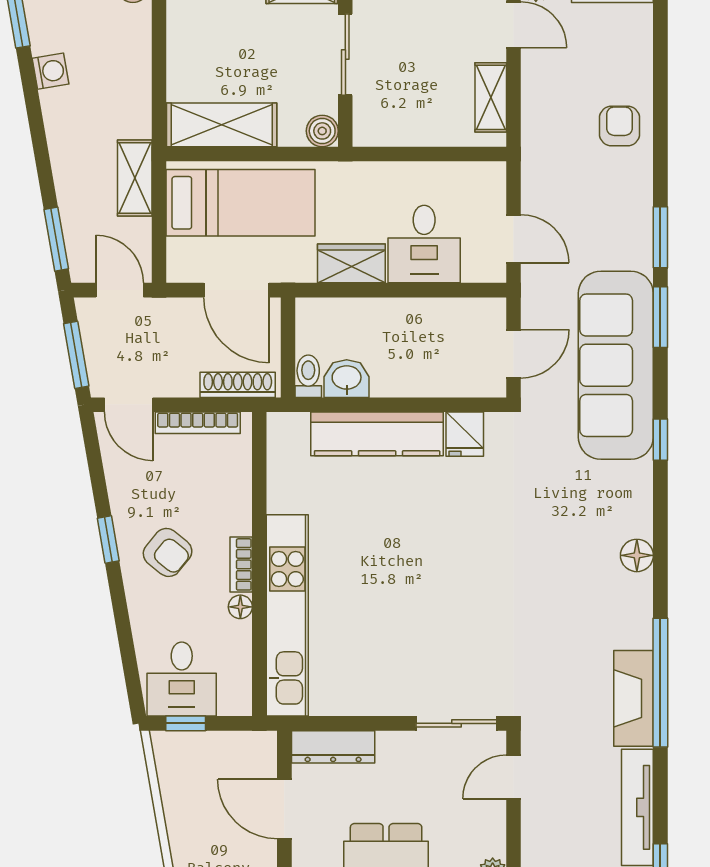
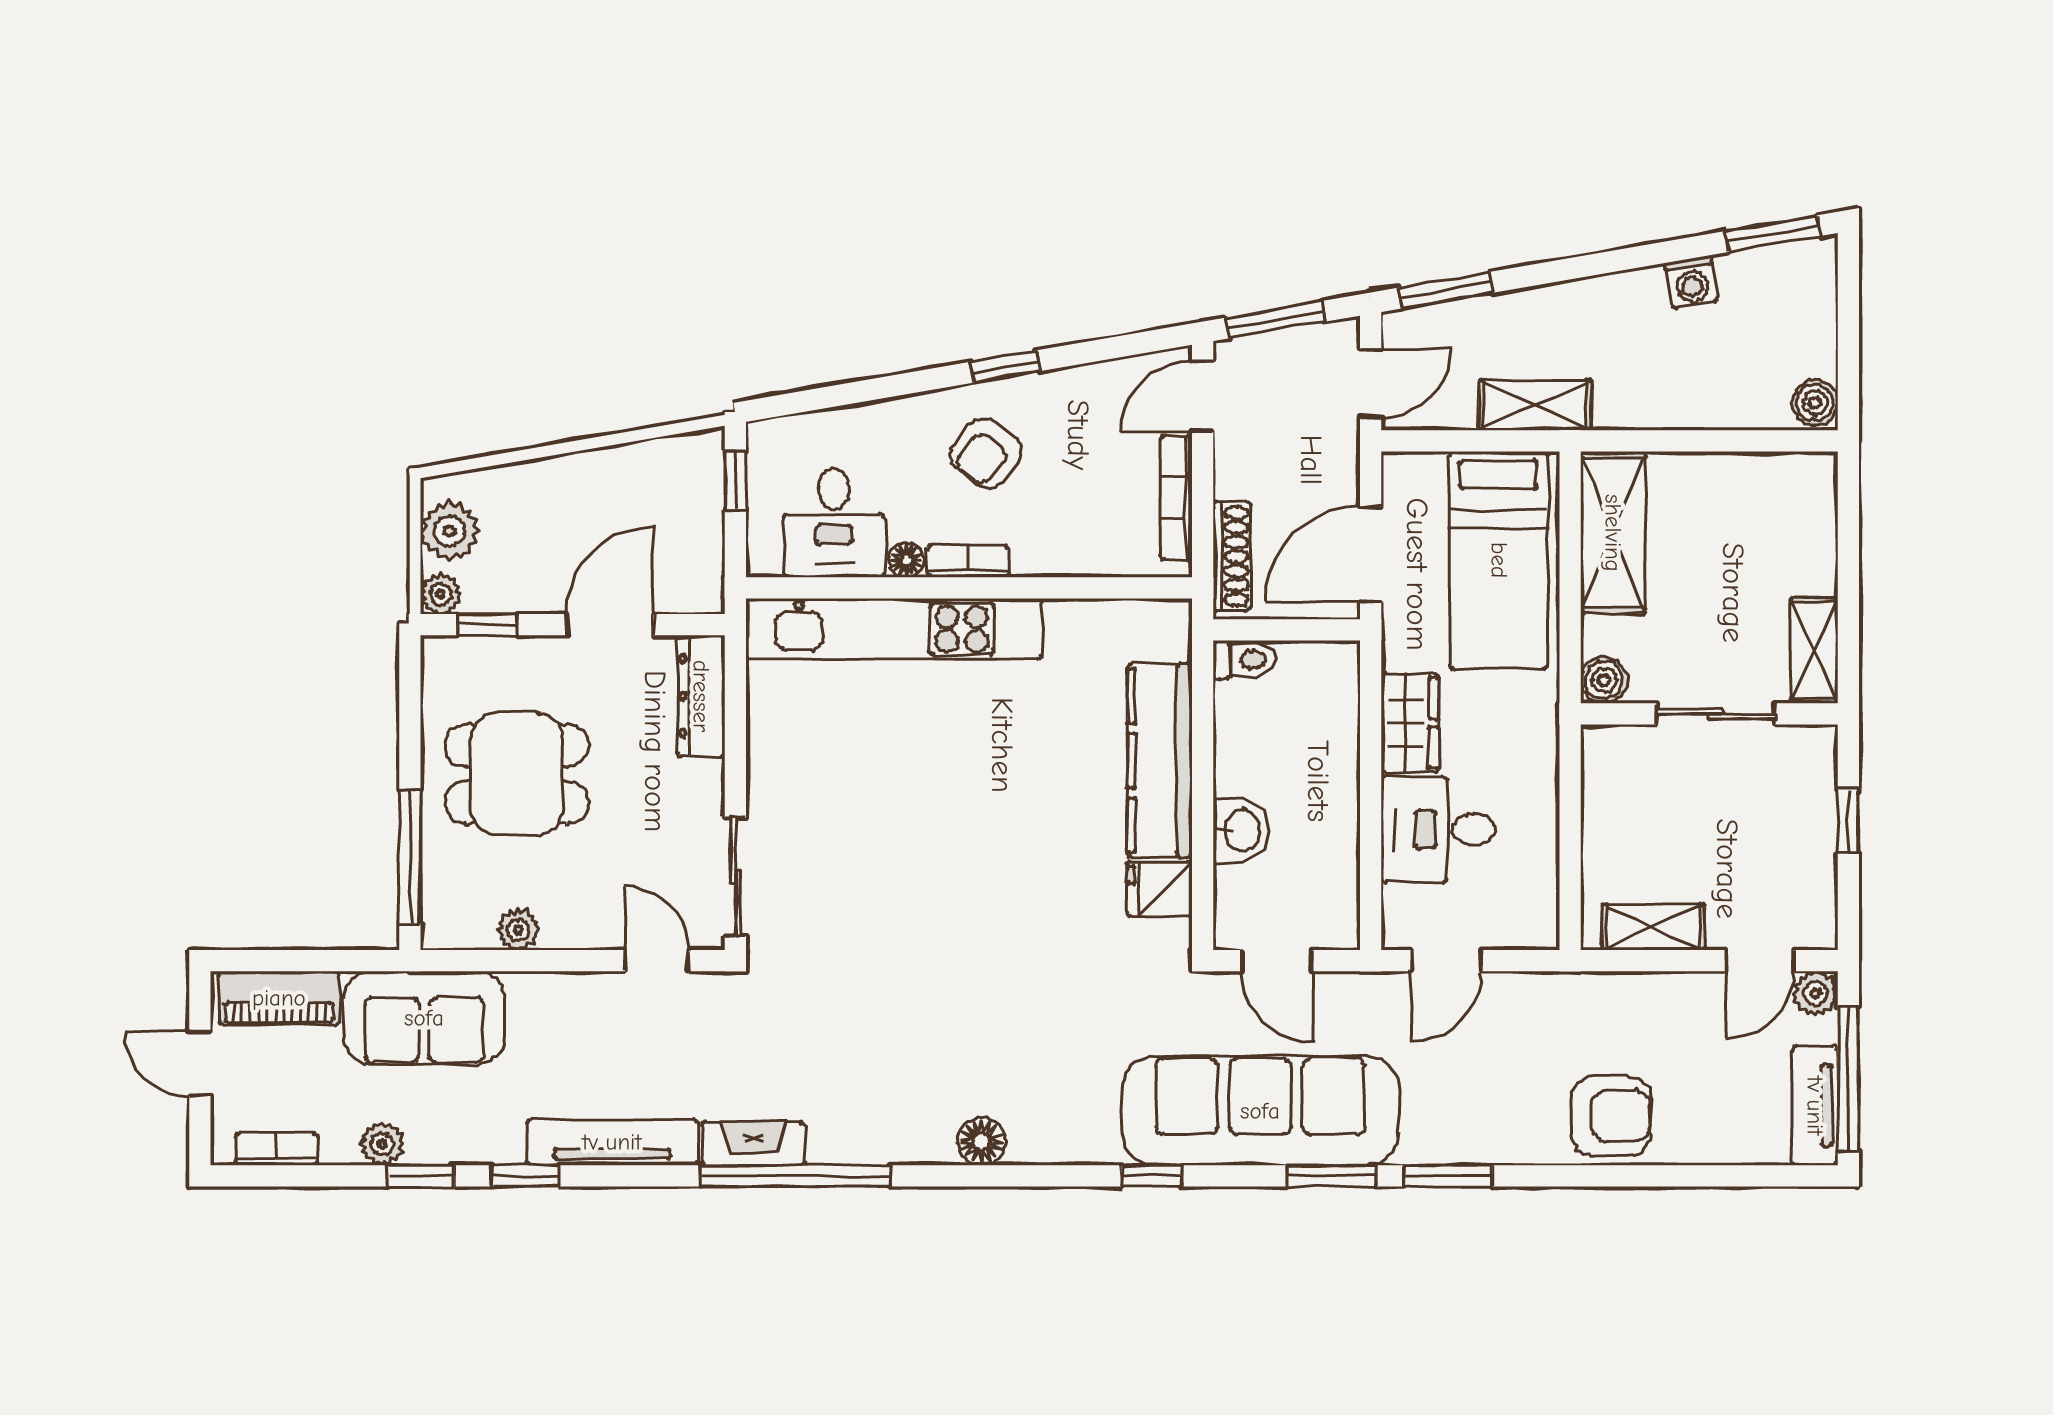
armchair: (620, 126) -> (1611, 1116), width x1.38, depth x1.38
washbasin: (347, 379) -> (1241, 831), moved
desk: (182, 679) -> (834, 523), moved, turned -90
fireplace: (634, 698) -> (753, 1143), width x0.73, depth x0.76

